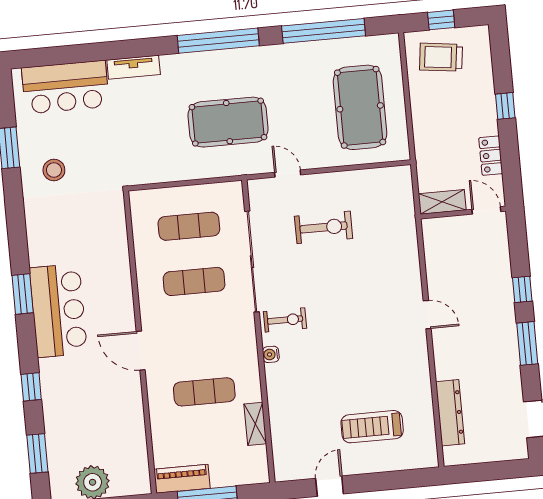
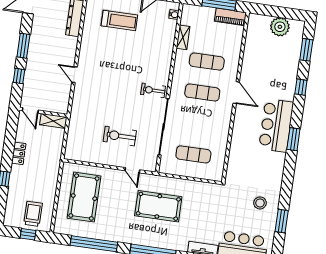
trolley: (441, 57) -> (33, 214), turned -97
shelving: (442, 202) -> (53, 121), moved
door: (486, 210) -> (30, 110), moved
wall: (463, 213) -> (43, 112), moved
exercise mat: (194, 281) -> (202, 93), moved
water cooler: (271, 354) -> (174, 15), moved

